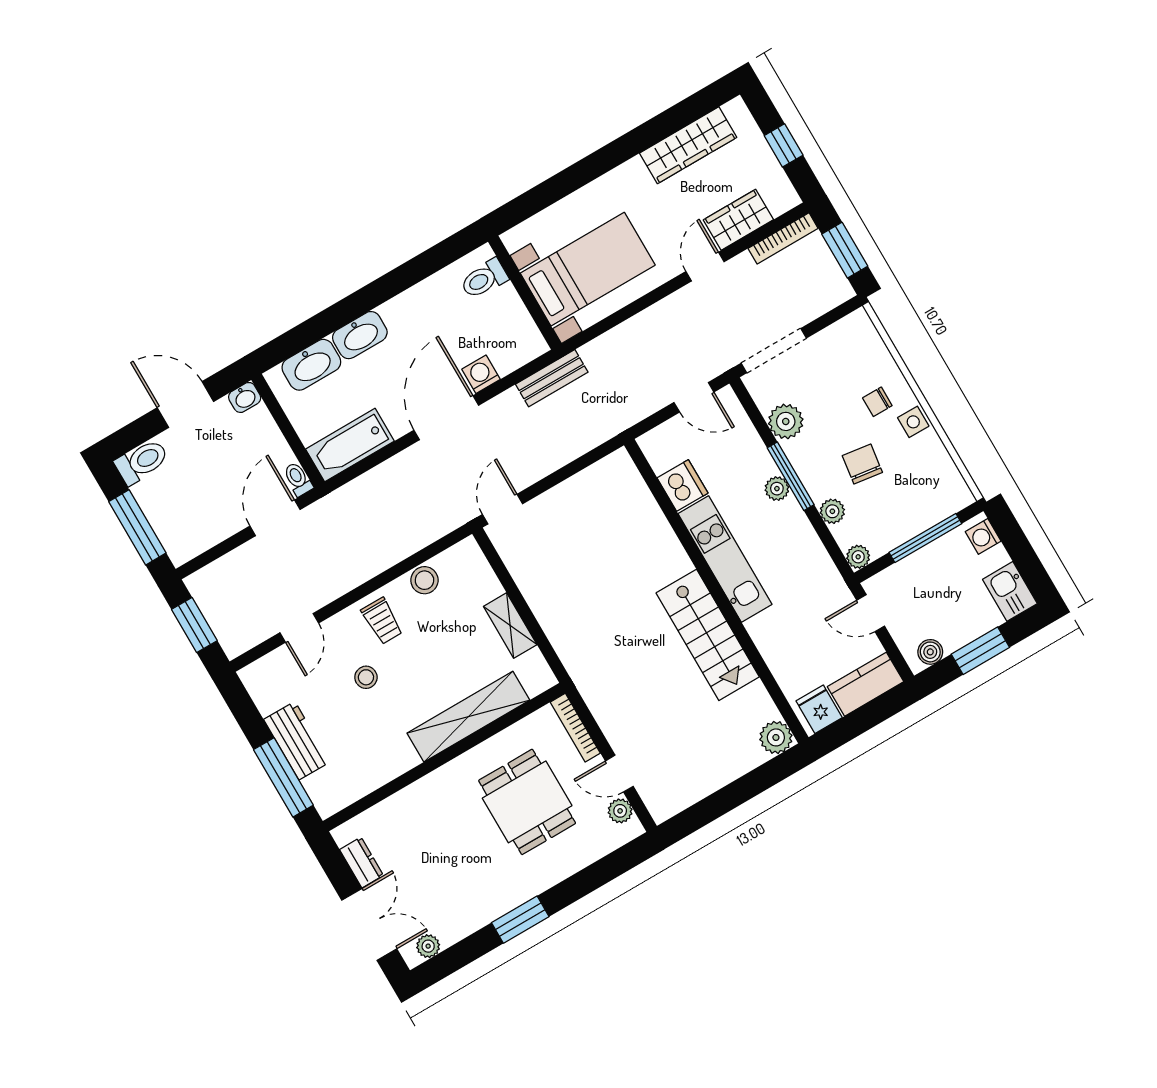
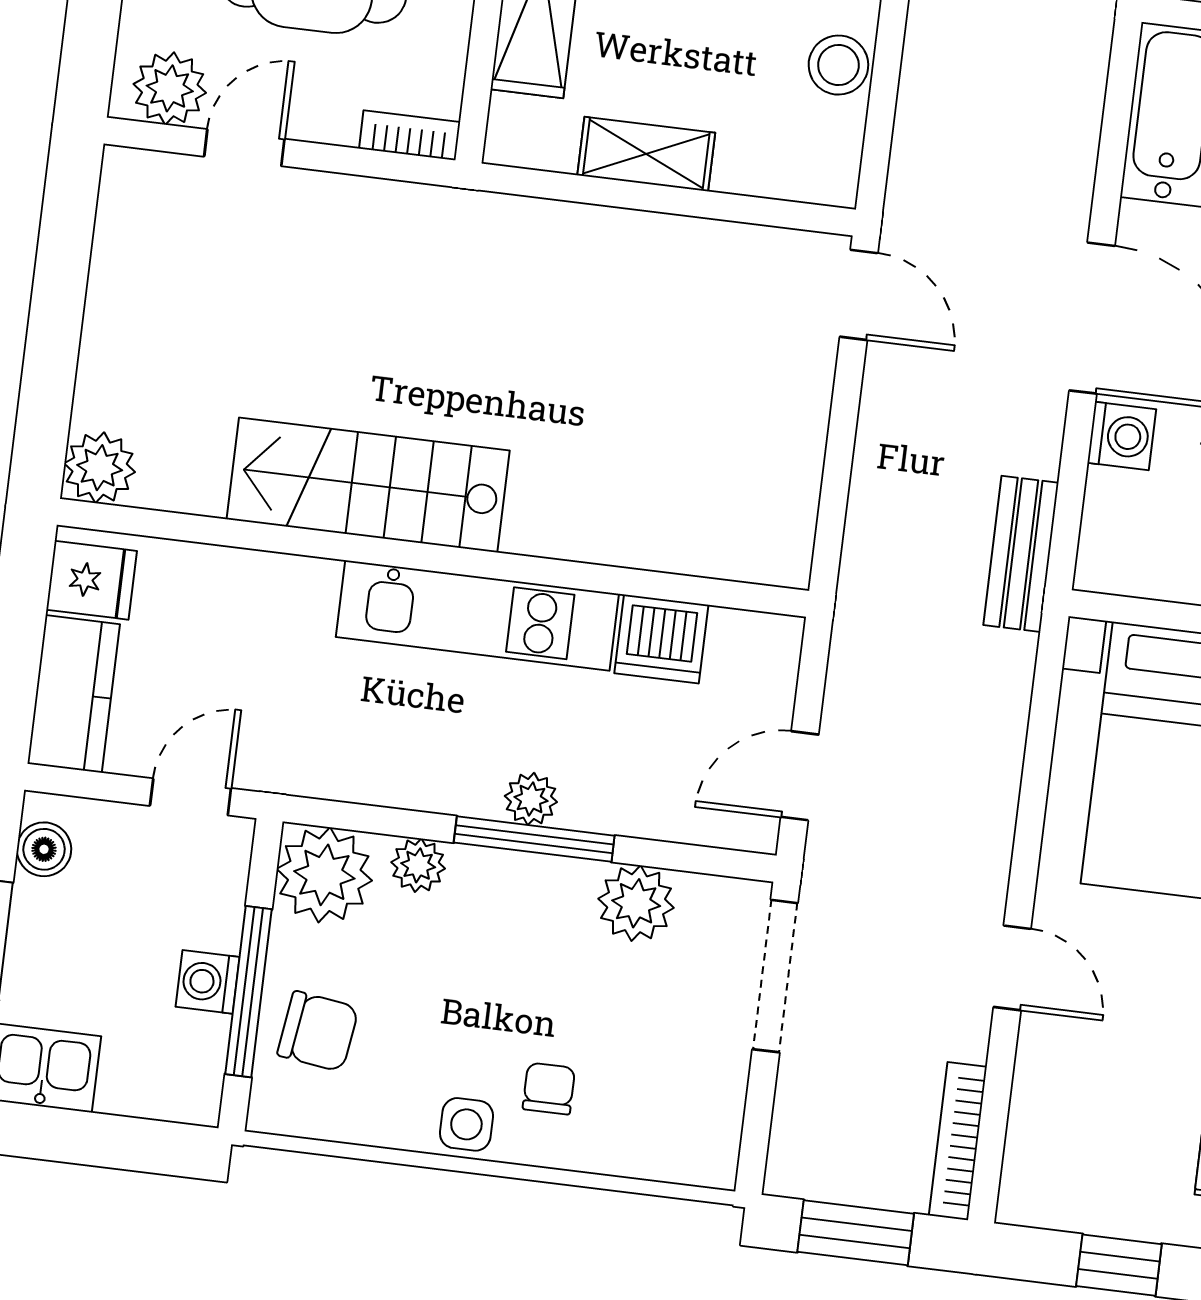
wardrobe: (738, 220) -> (1049, 1088), removed
chair: (862, 464) -> (318, 1031), moved
washing machine: (983, 536) -> (208, 982), moved, turned -90
plant: (858, 557) -> (324, 875), width x1.88, depth x1.88
bookcase: (575, 728) -> (410, 135), width x0.64
plant: (620, 811) -> (170, 88), width x1.38, depth x1.38

